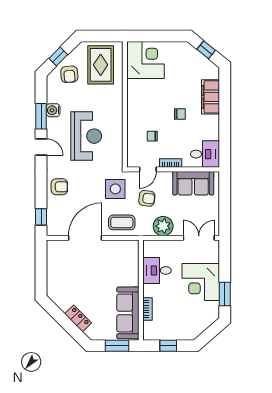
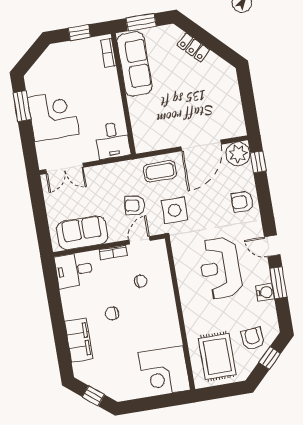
plant: (163, 226) -> (238, 154), moved
desk: (157, 270) -> (113, 140), moved, turned 90
bookcase: (148, 309) -> (108, 53), moved

